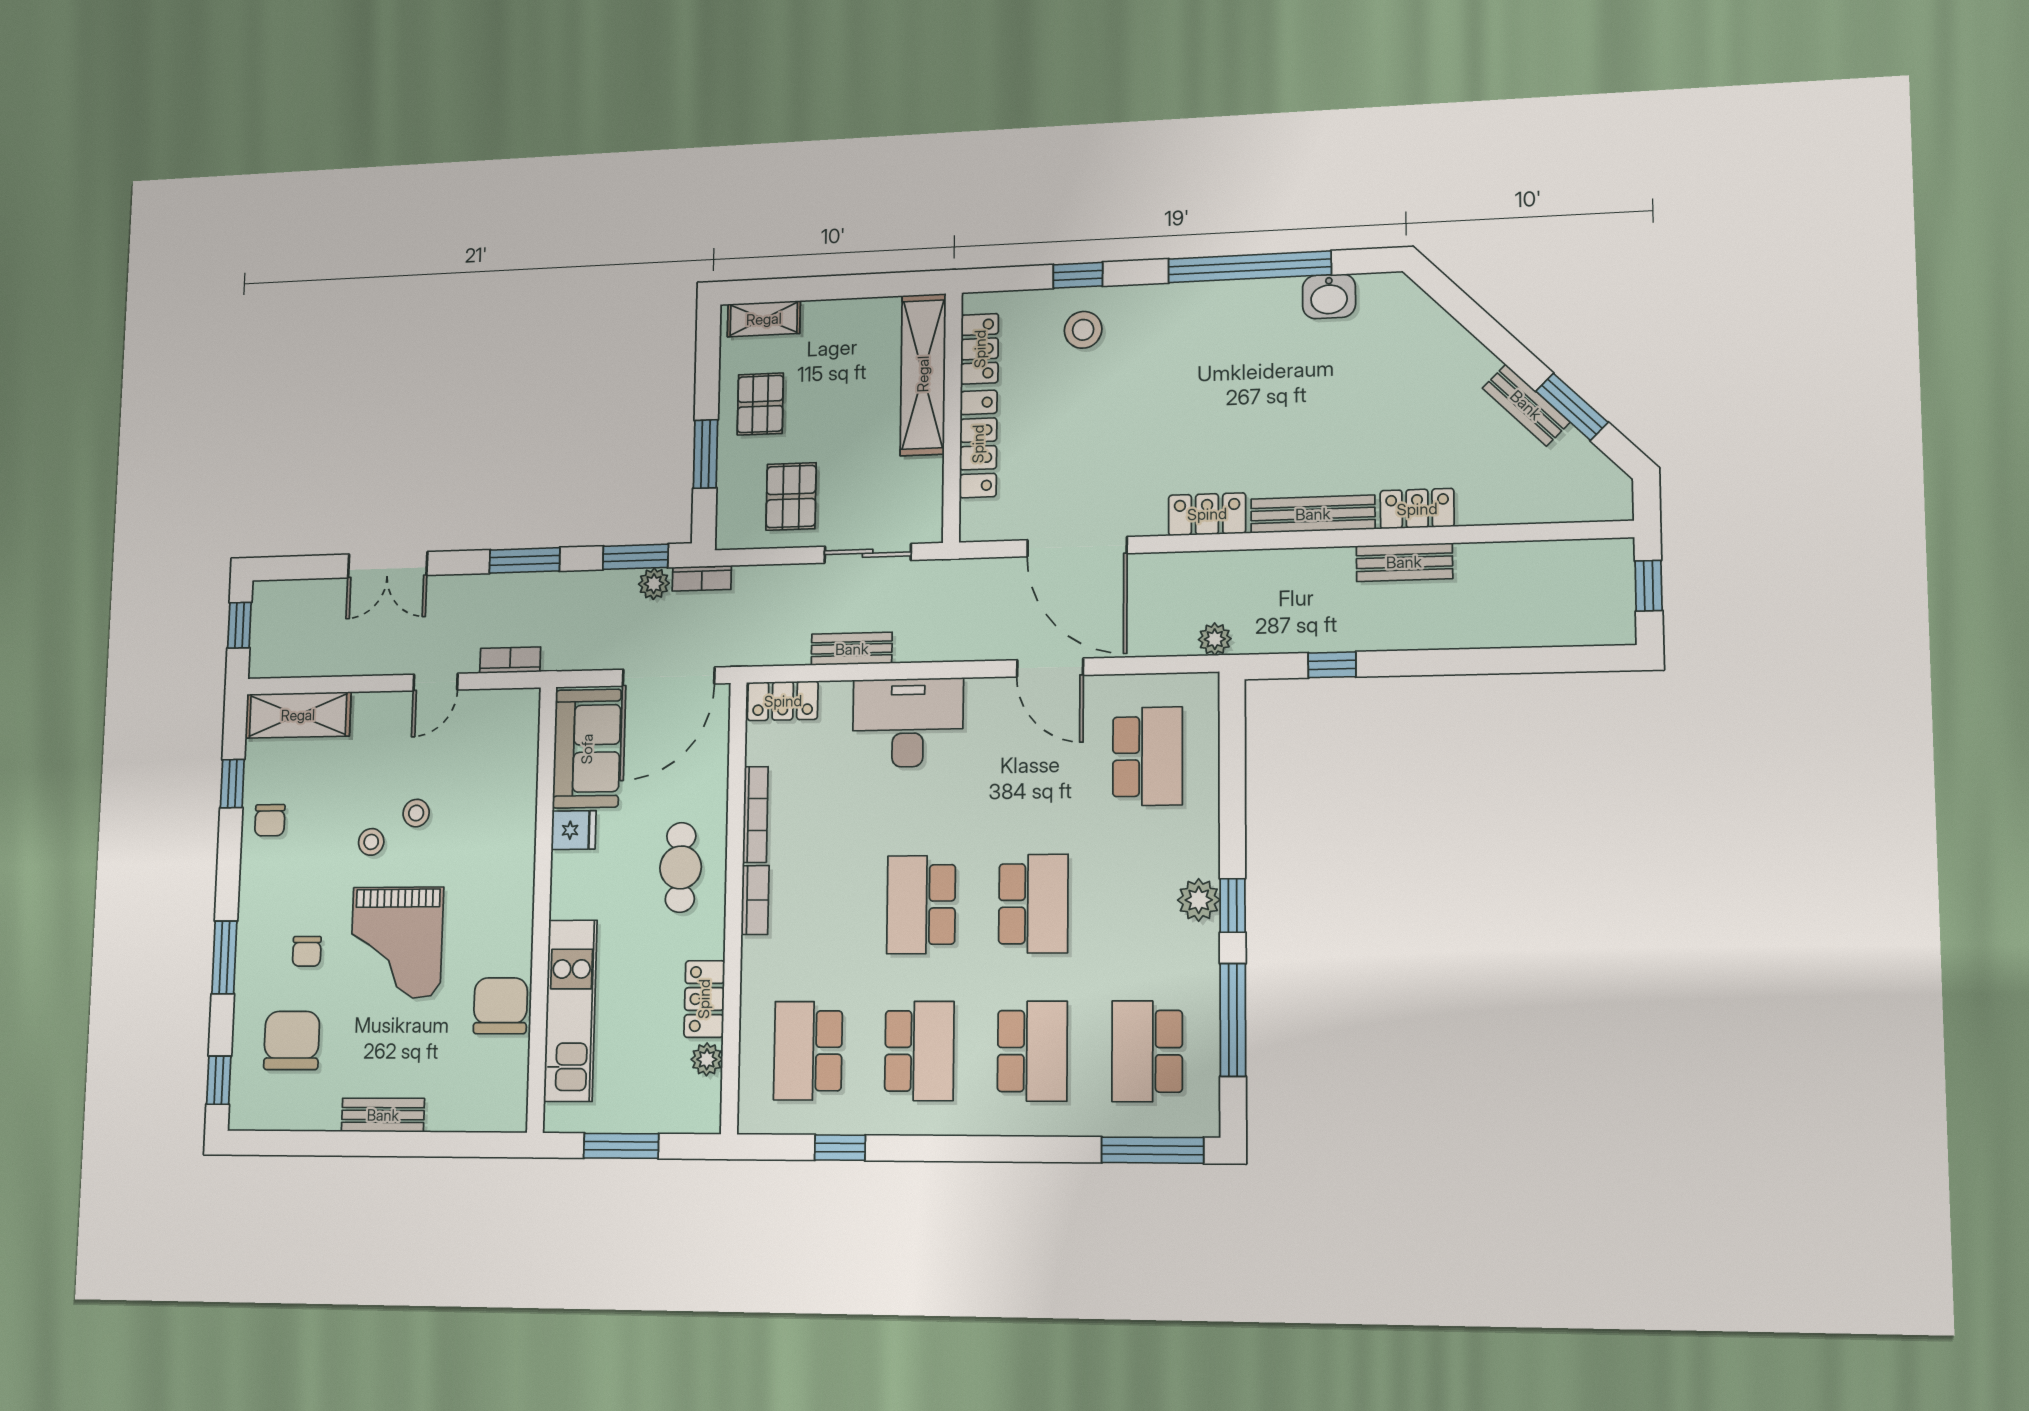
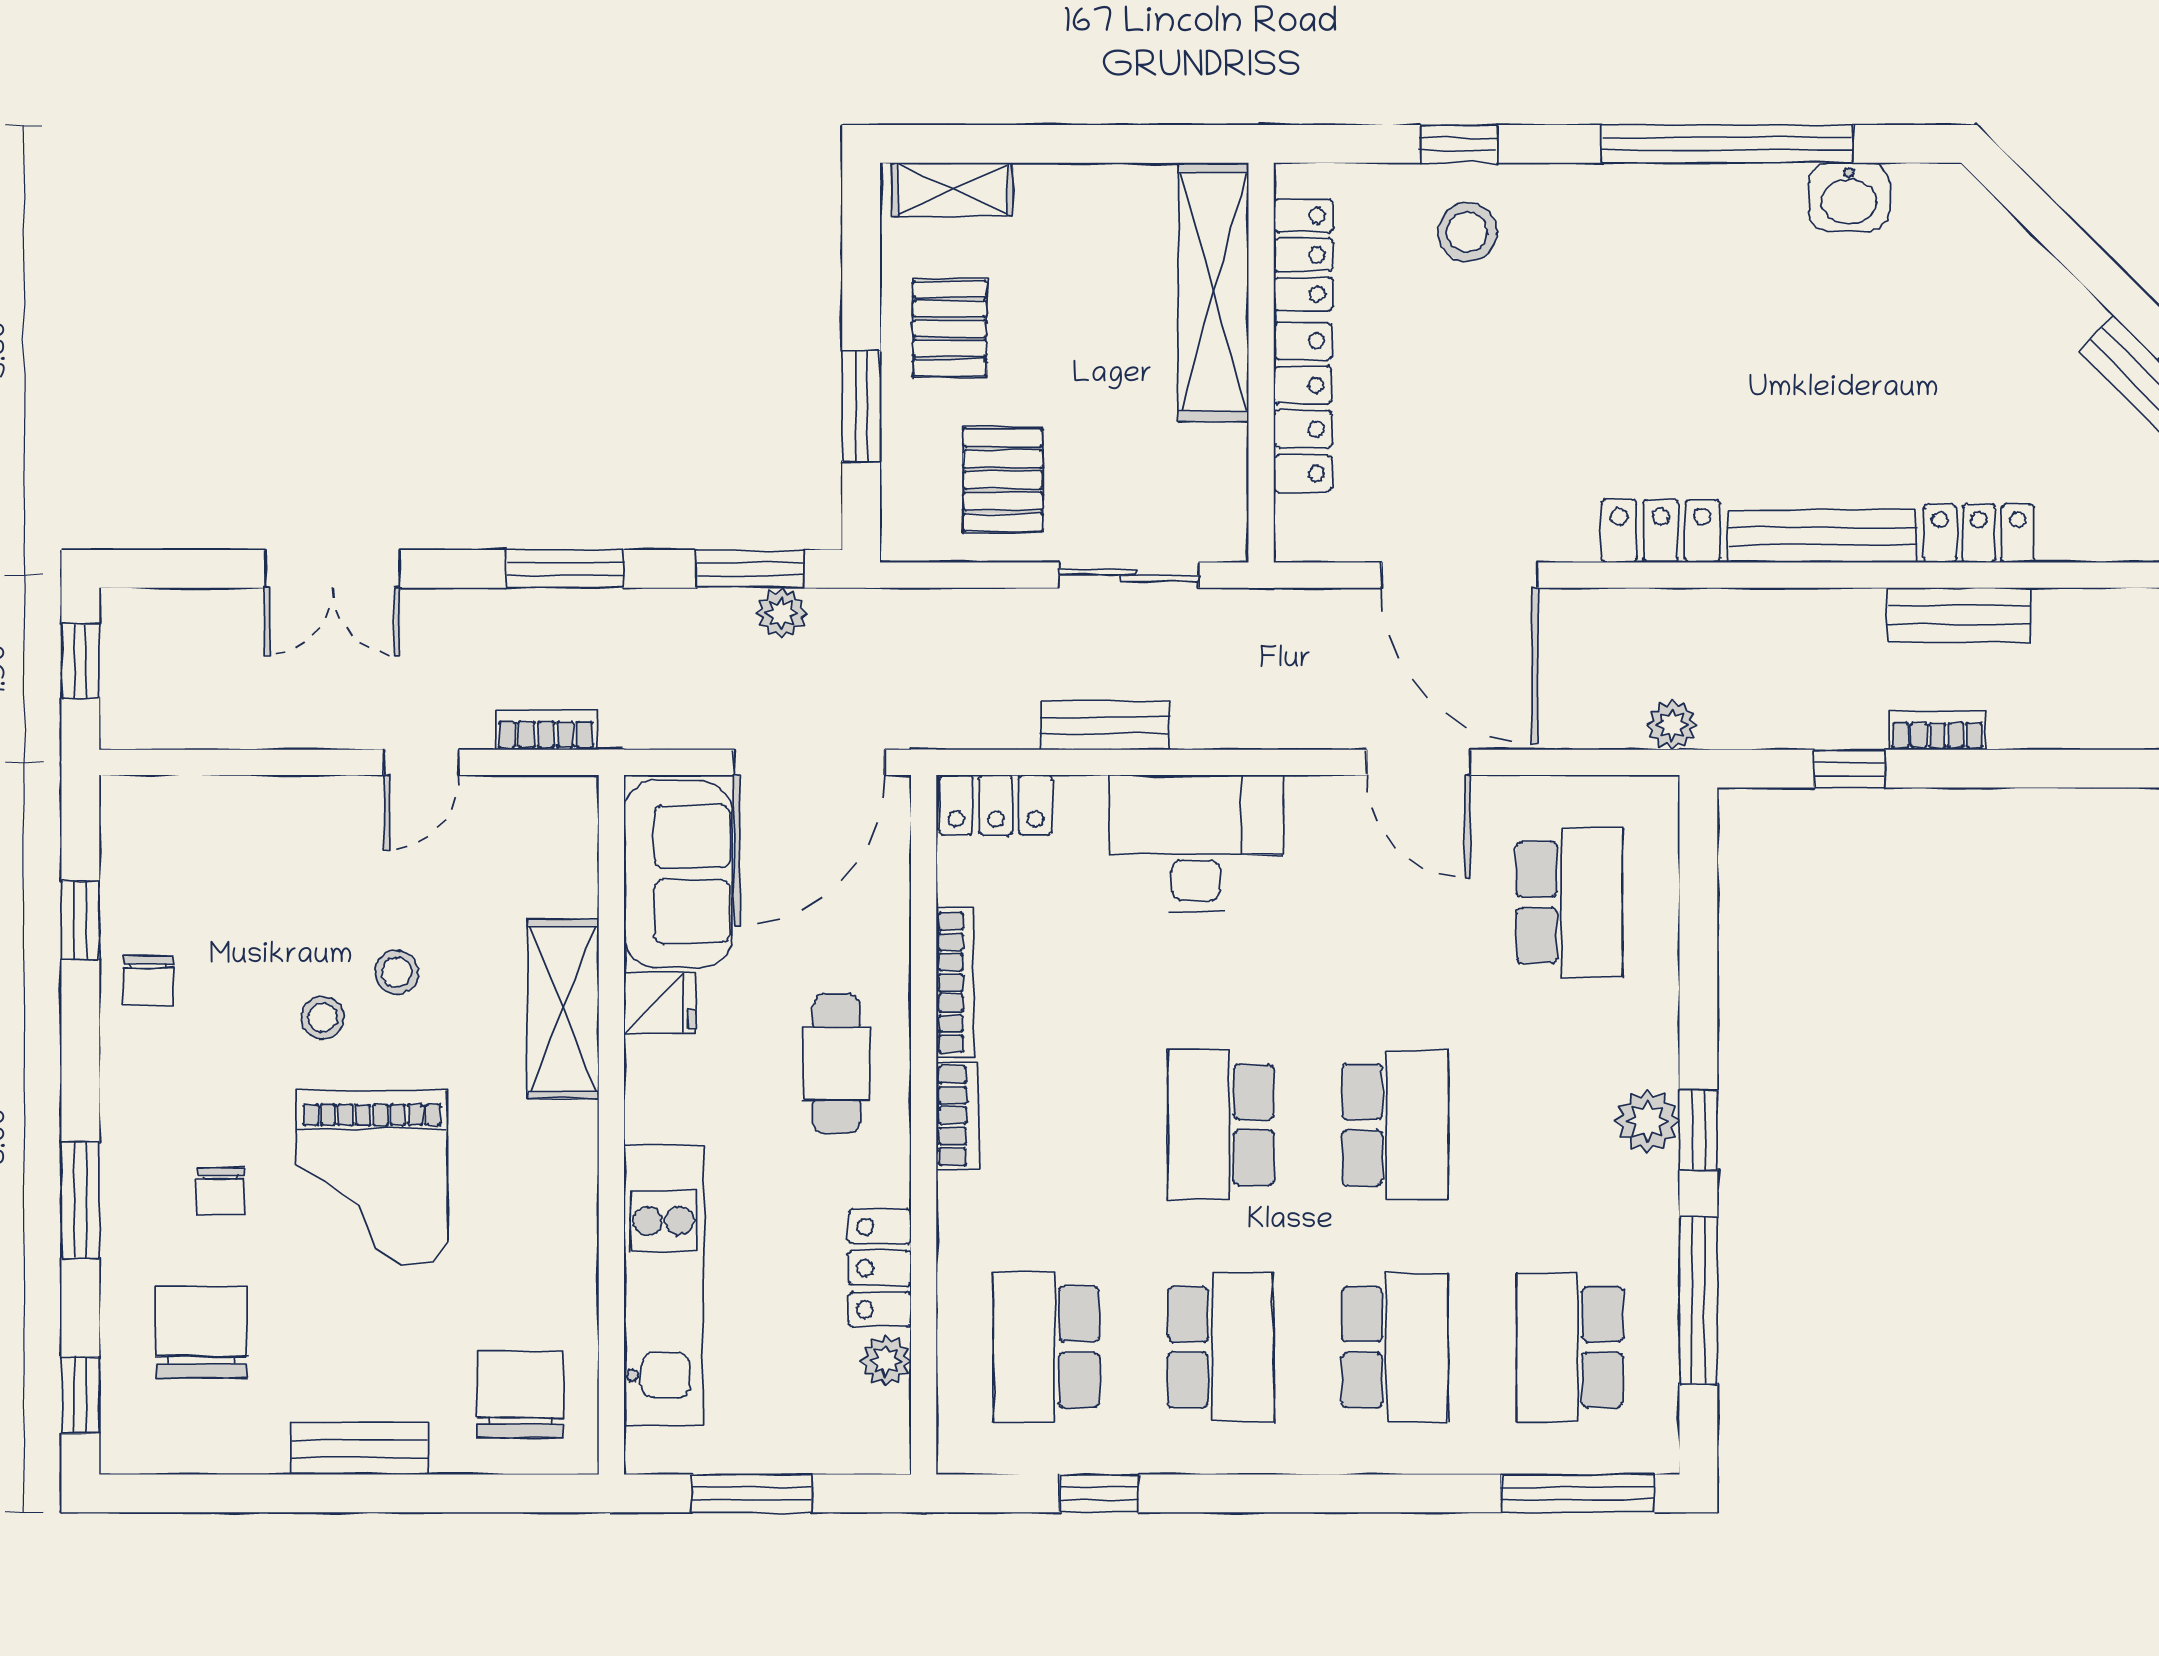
bookcase: (702, 578) -> (1937, 731), moved, turned 180
shelving: (298, 715) -> (563, 1009), moved, turned 90
chair: (500, 1006) -> (520, 1395), moved

